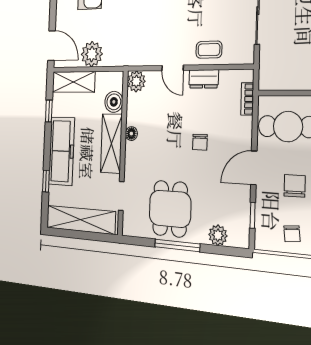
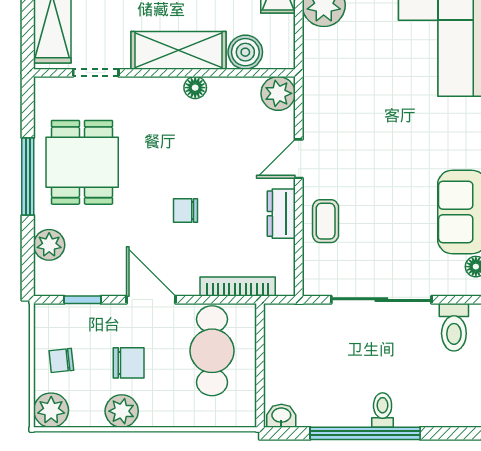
bookcase: (247, 99) -> (238, 287), width x1.56
dining table: (170, 209) -> (82, 162), turned 90

